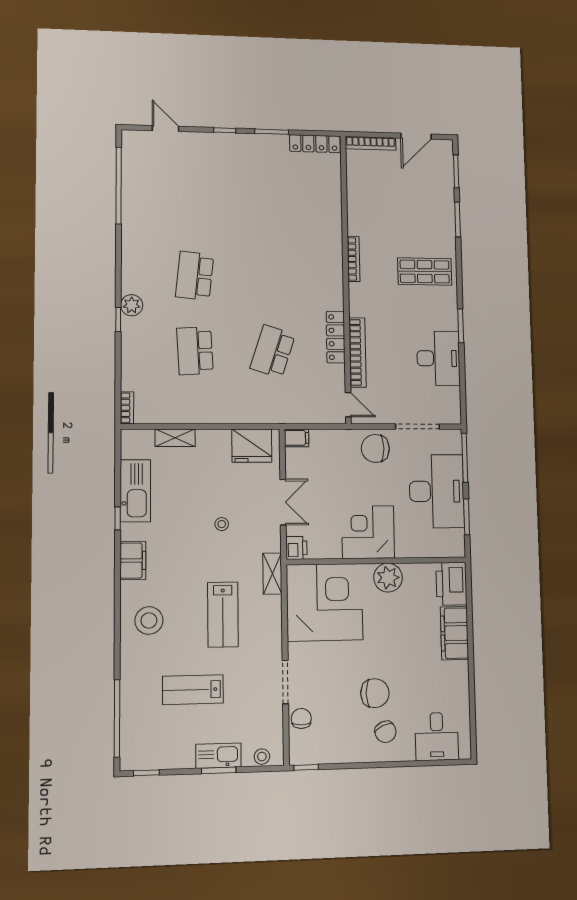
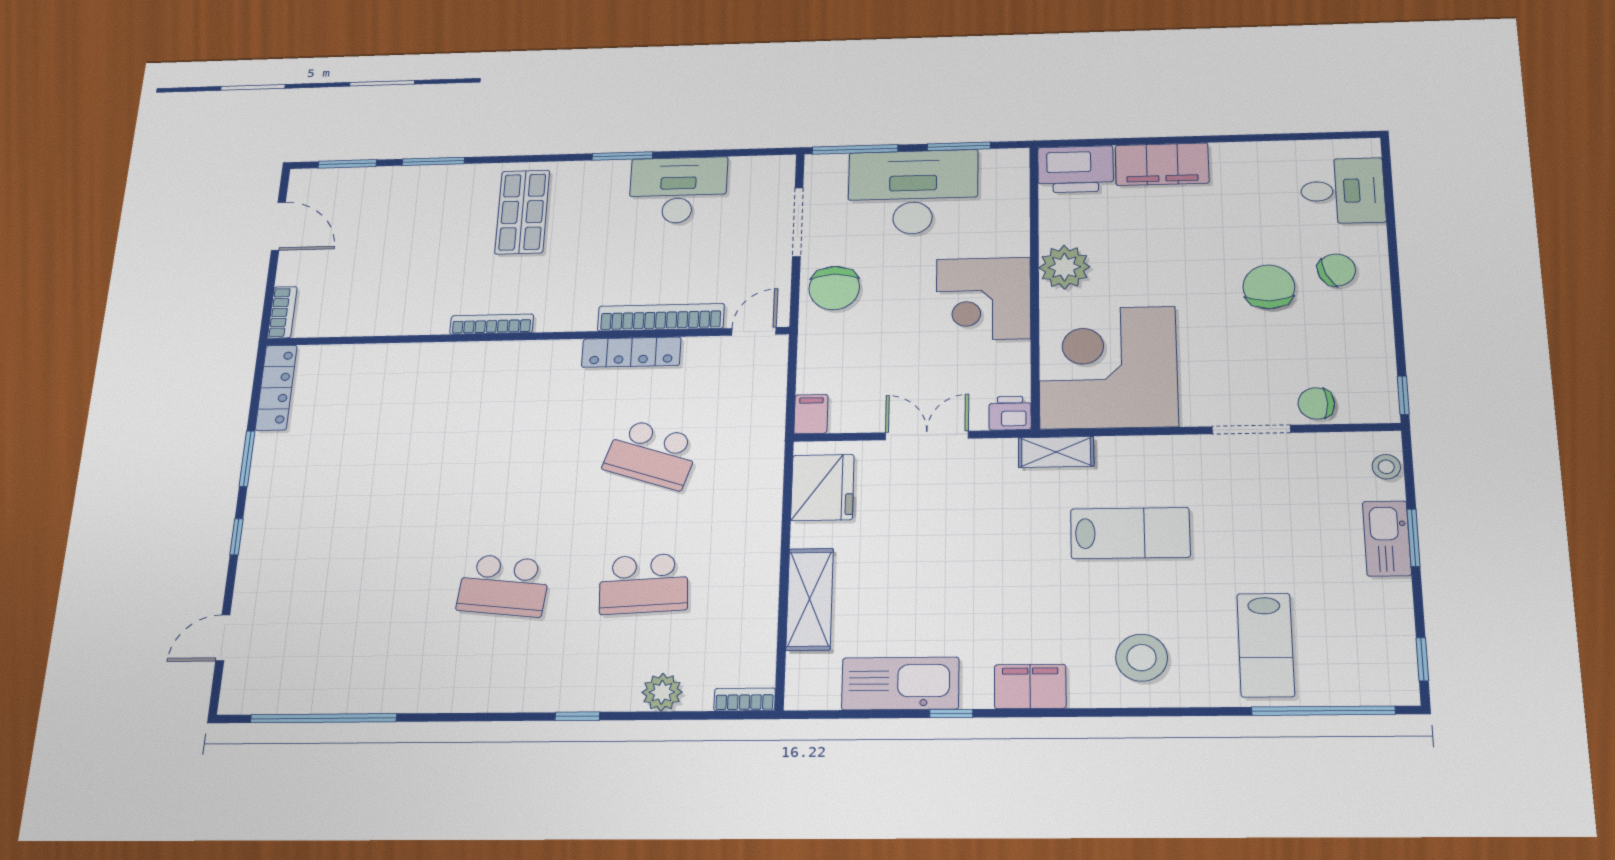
bookcase: (371, 143) -> (282, 312), width x0.64
plant: (132, 305) -> (662, 692), moved
shelving: (175, 438) -> (810, 599), width x1.50, depth x1.33
stool: (222, 524) -> (965, 536), removed
lab bench: (193, 690) -> (1266, 645), moved

